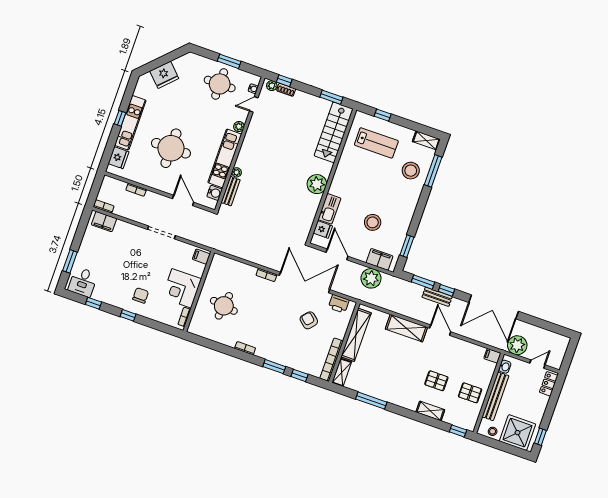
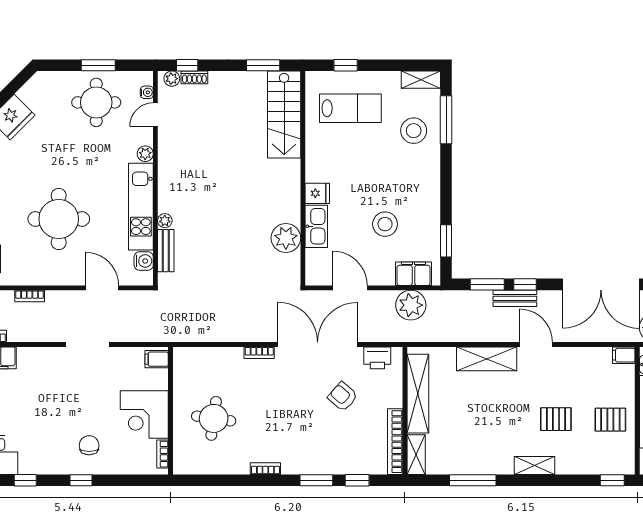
plant: (317, 184) -> (286, 238), moved
fridge: (323, 230) -> (317, 193), moved
shelving: (430, 411) -> (534, 465), moved

